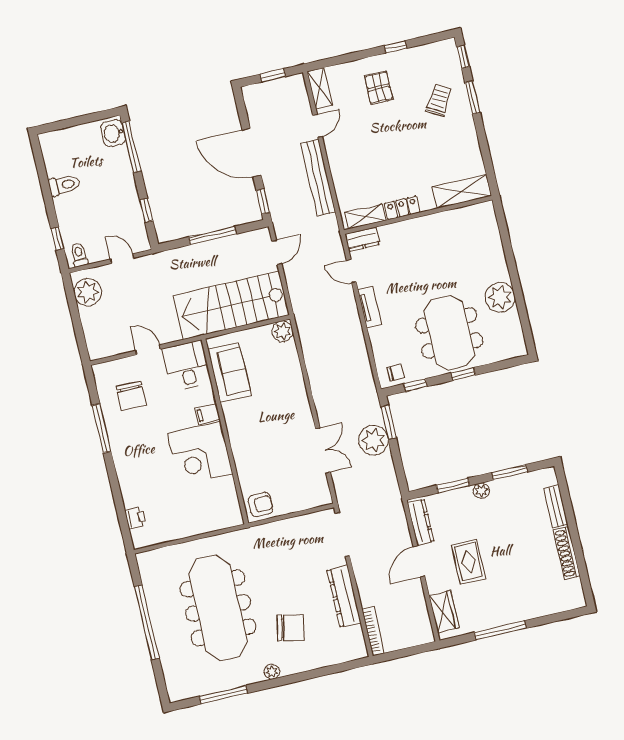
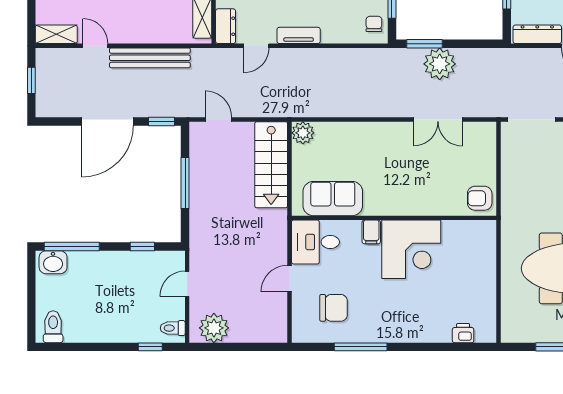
toilet: (64, 185) -> (53, 327), moved
stairs: (231, 305) -> (271, 165), width x0.73, depth x0.66
double door: (323, 450) -> (438, 119), swing flipped
armchair: (261, 505) -> (480, 198), turned -90

